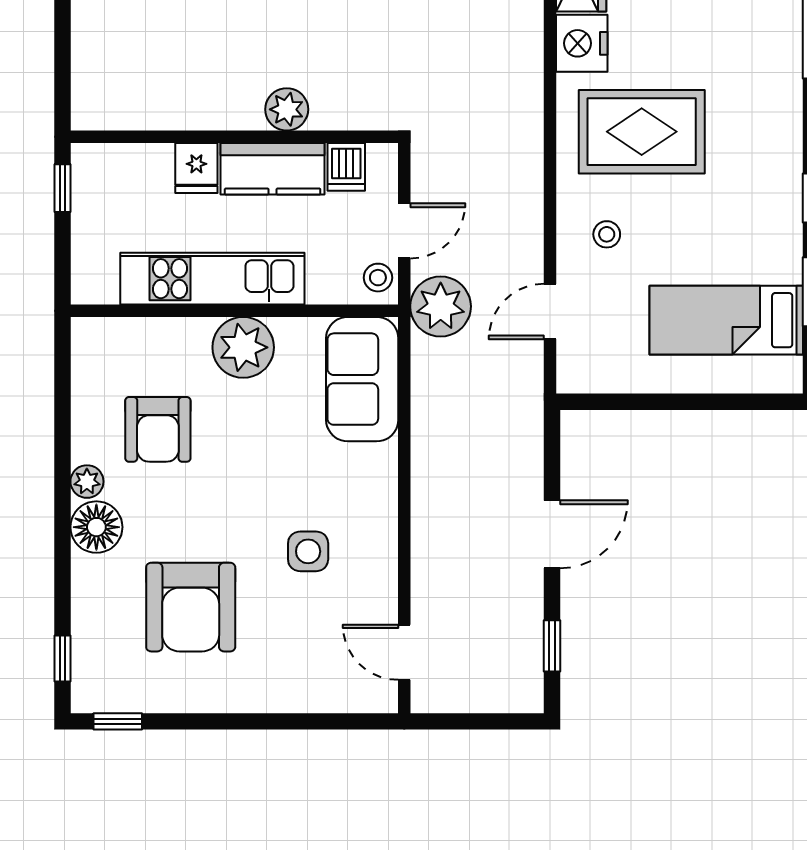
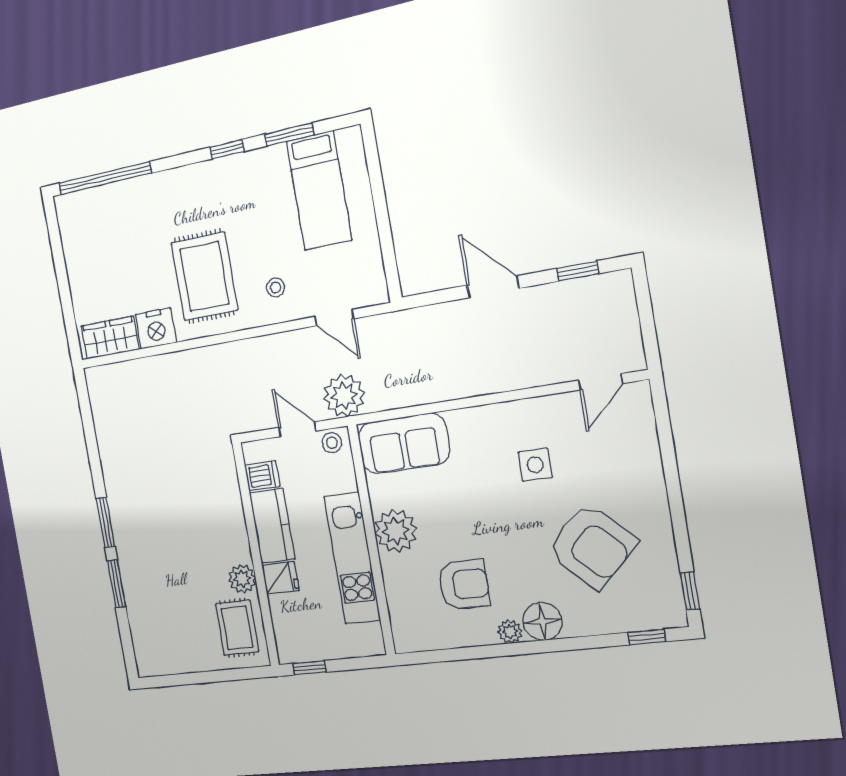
rug: (131, 88) -> (237, 628), added
plant: (287, 109) -> (242, 579), moved
armchair: (191, 607) -> (592, 546), turned 45

